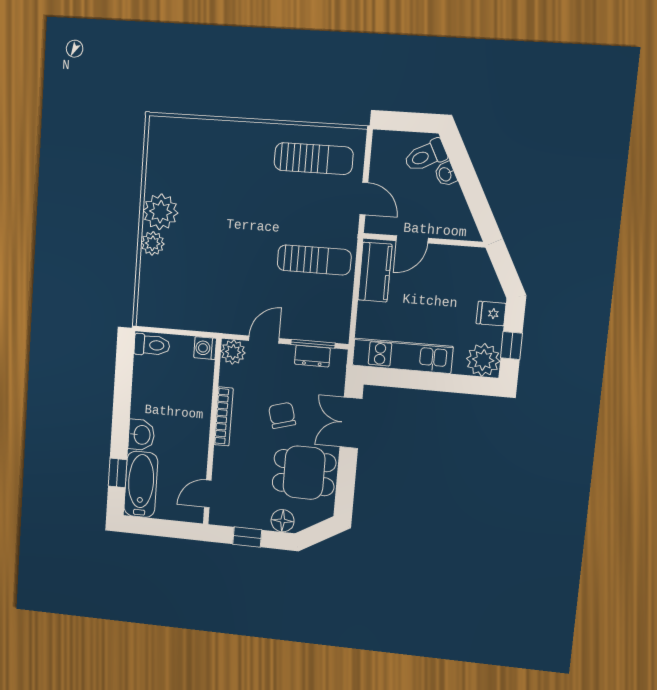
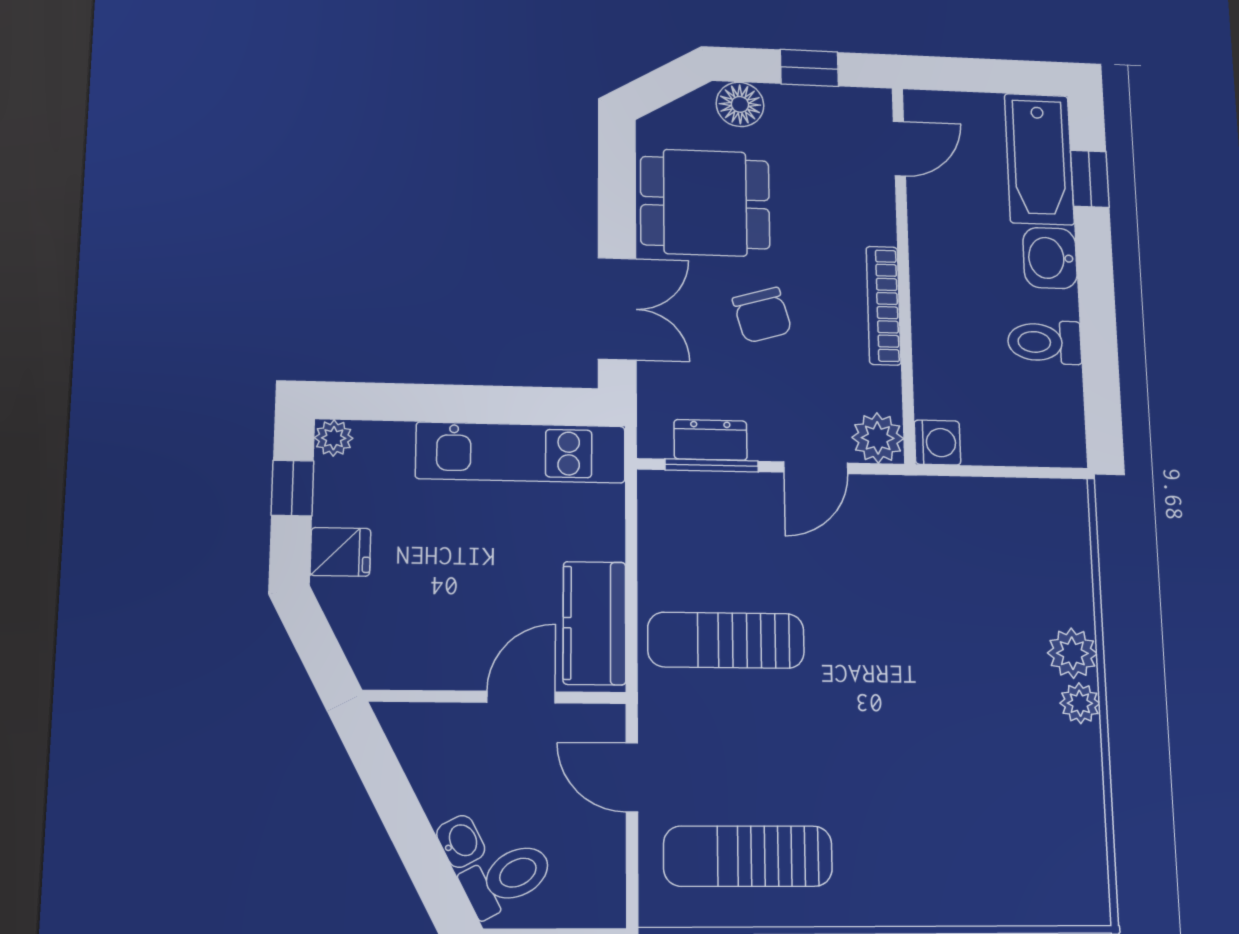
plant: (161, 212) -> (1080, 703), width x0.53, depth x0.53
toilet: (152, 345) -> (1044, 342), moved
plant: (483, 360) -> (334, 438), width x0.53, depth x0.53

